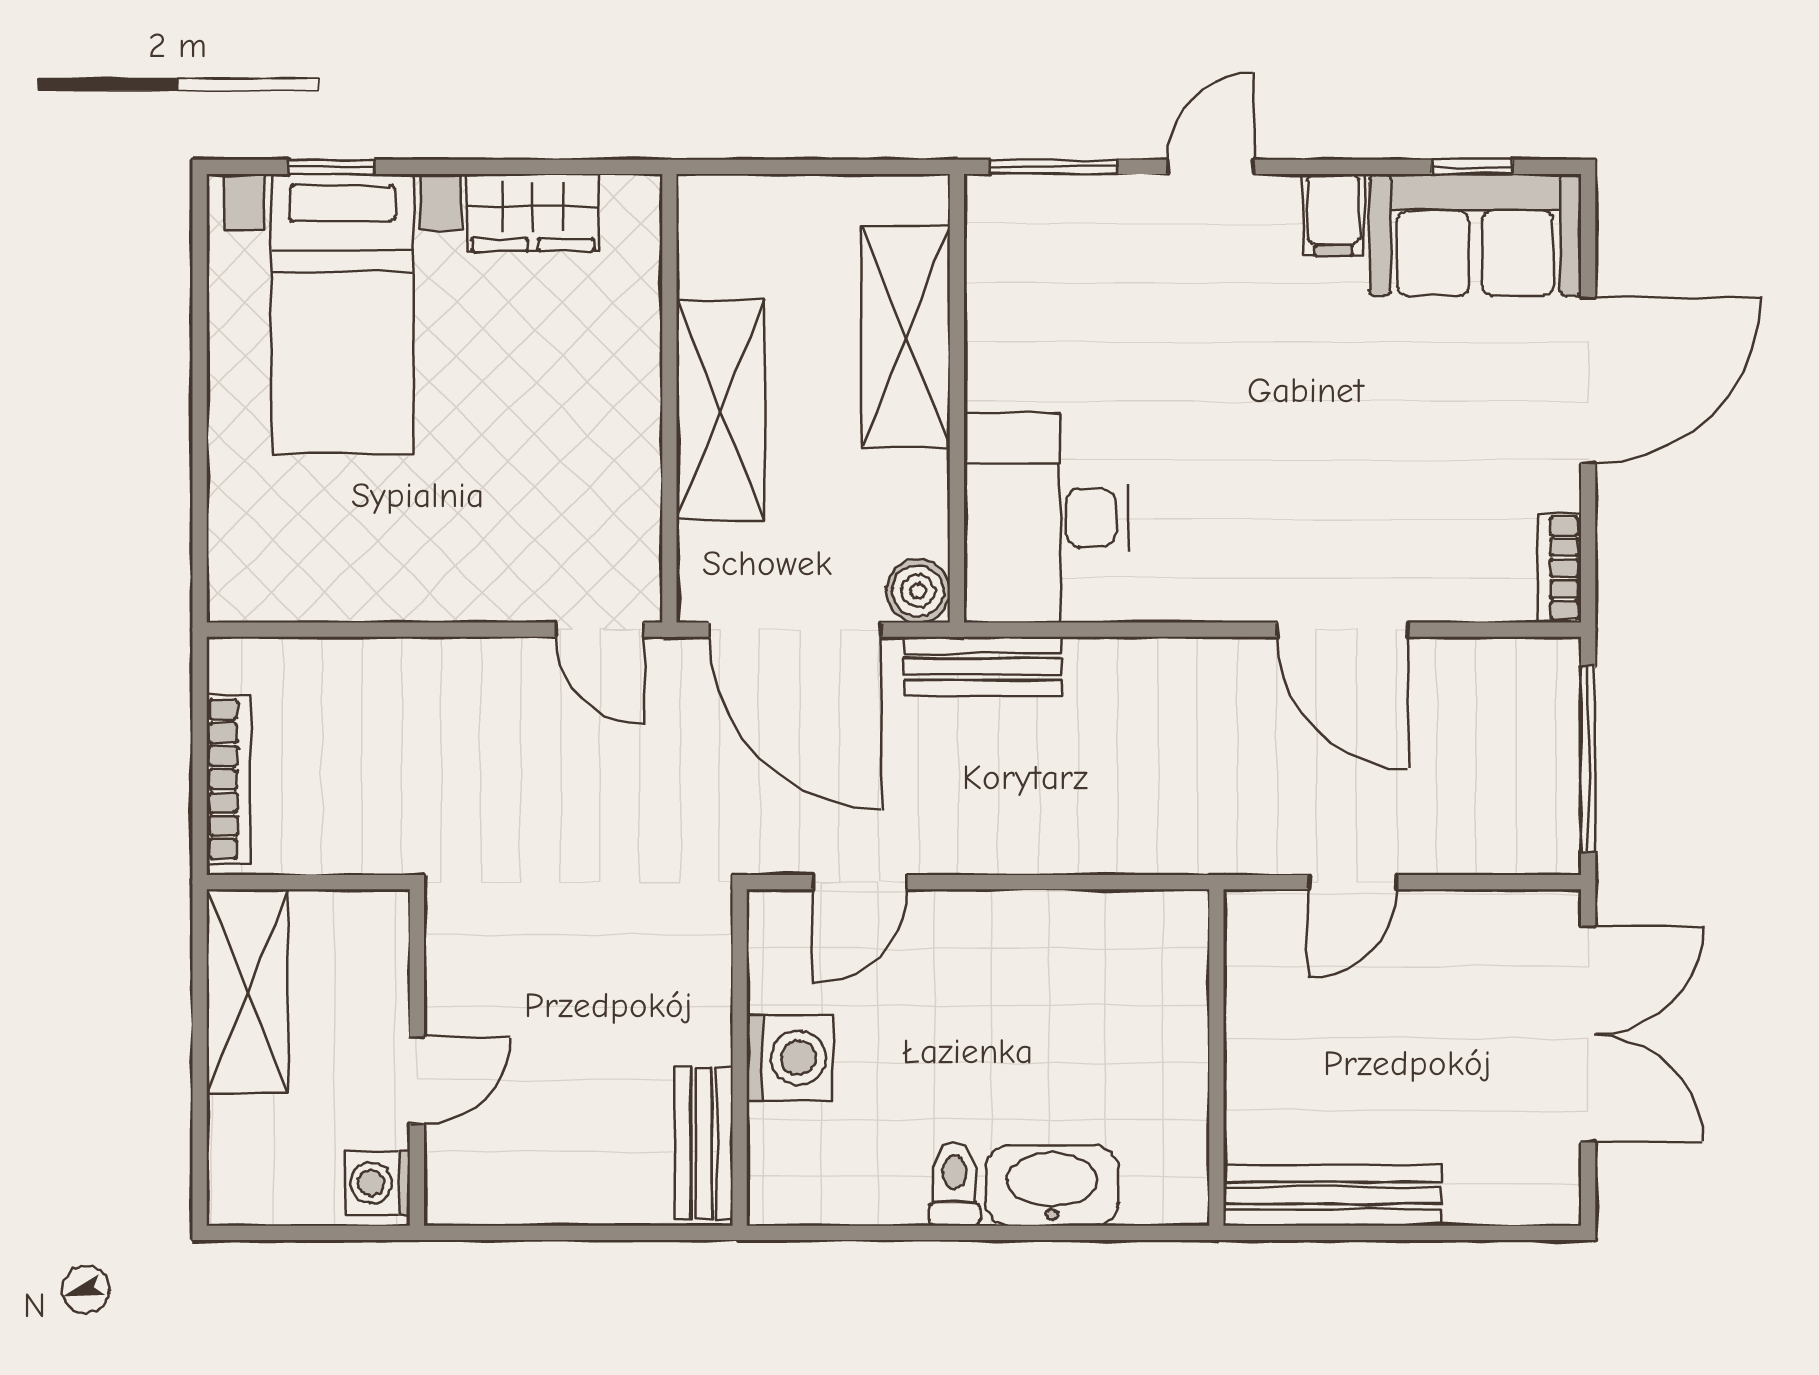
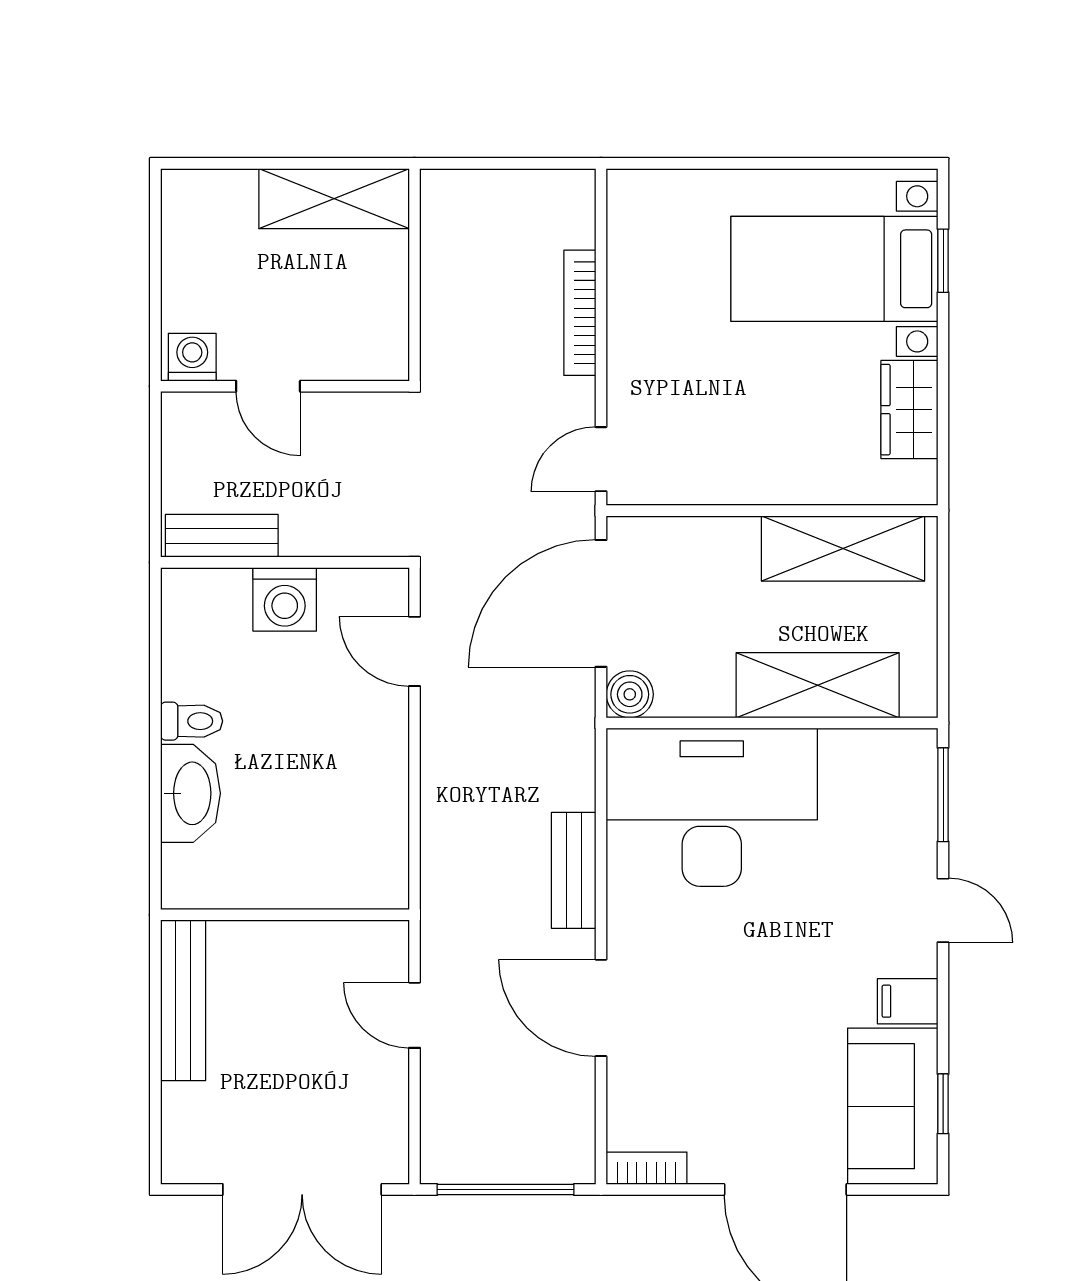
shelving: (721, 410) -> (843, 548), moved
desk: (1046, 518) -> (712, 807), width x1.36, depth x1.30
door: (1342, 630) -> (601, 1008), hinge flipped
bench: (983, 667) -> (574, 870), moved
bookcase: (228, 779) -> (580, 313), moved, turned 90
wall: (417, 1057) -> (285, 386), moved
door: (417, 1080) -> (268, 386), moved
washing machine: (378, 1183) -> (192, 357), moved

